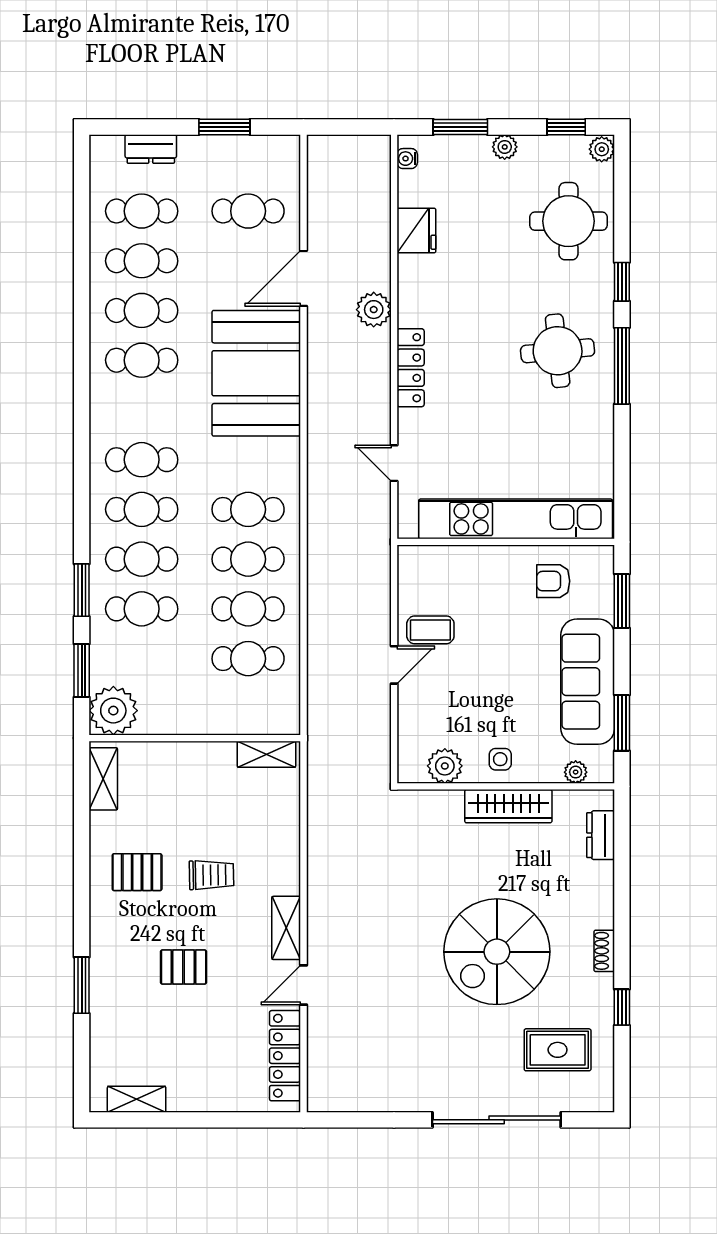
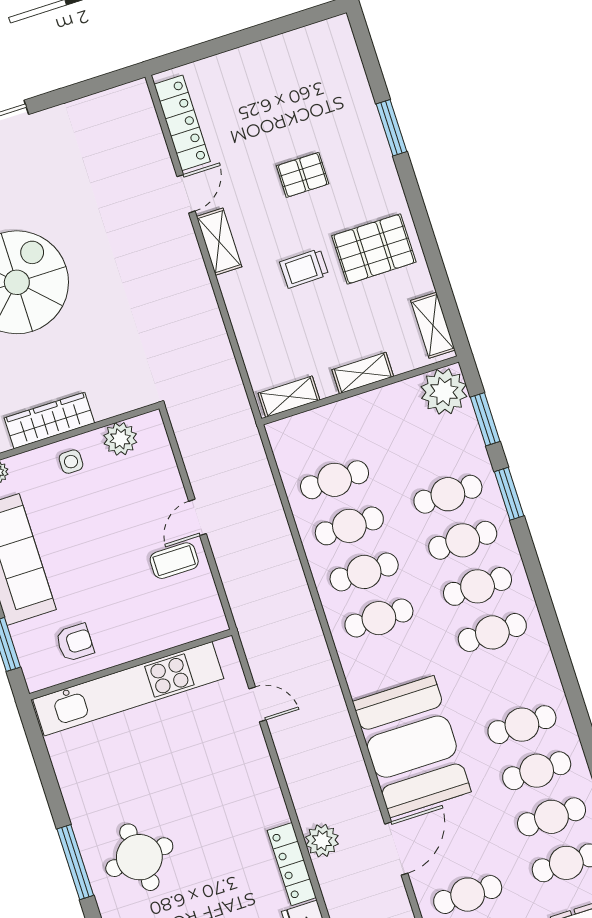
locker: (411, 368) -> (292, 864), moved
pallet: (137, 872) -> (374, 249), width x1.50, depth x1.42
shelving: (137, 1099) -> (363, 373), moved

